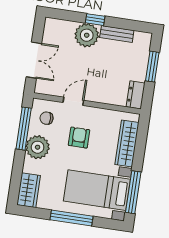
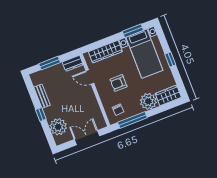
plant: (87, 35) -> (58, 127), moved
door: (73, 101) -> (90, 77), moved
plant: (38, 147) -> (148, 101), moved
window: (133, 192) -> (133, 31), width x0.69
window: (72, 218) -> (170, 59), width x0.46

